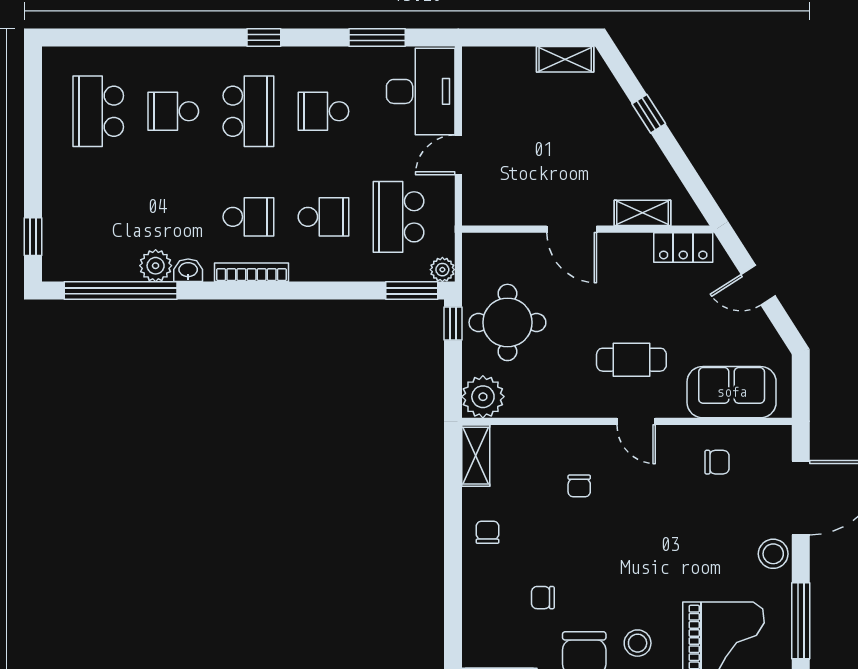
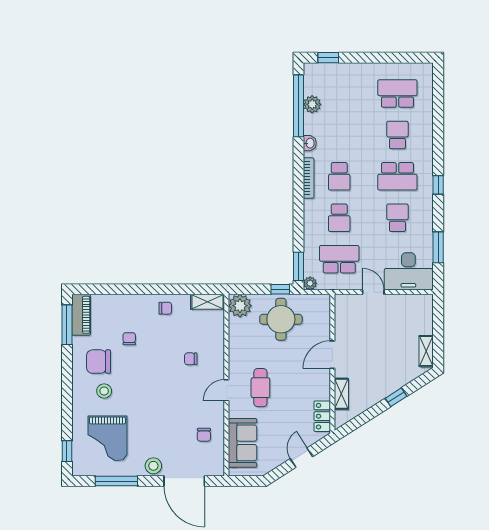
plant: (156, 266) -> (312, 104), moved

